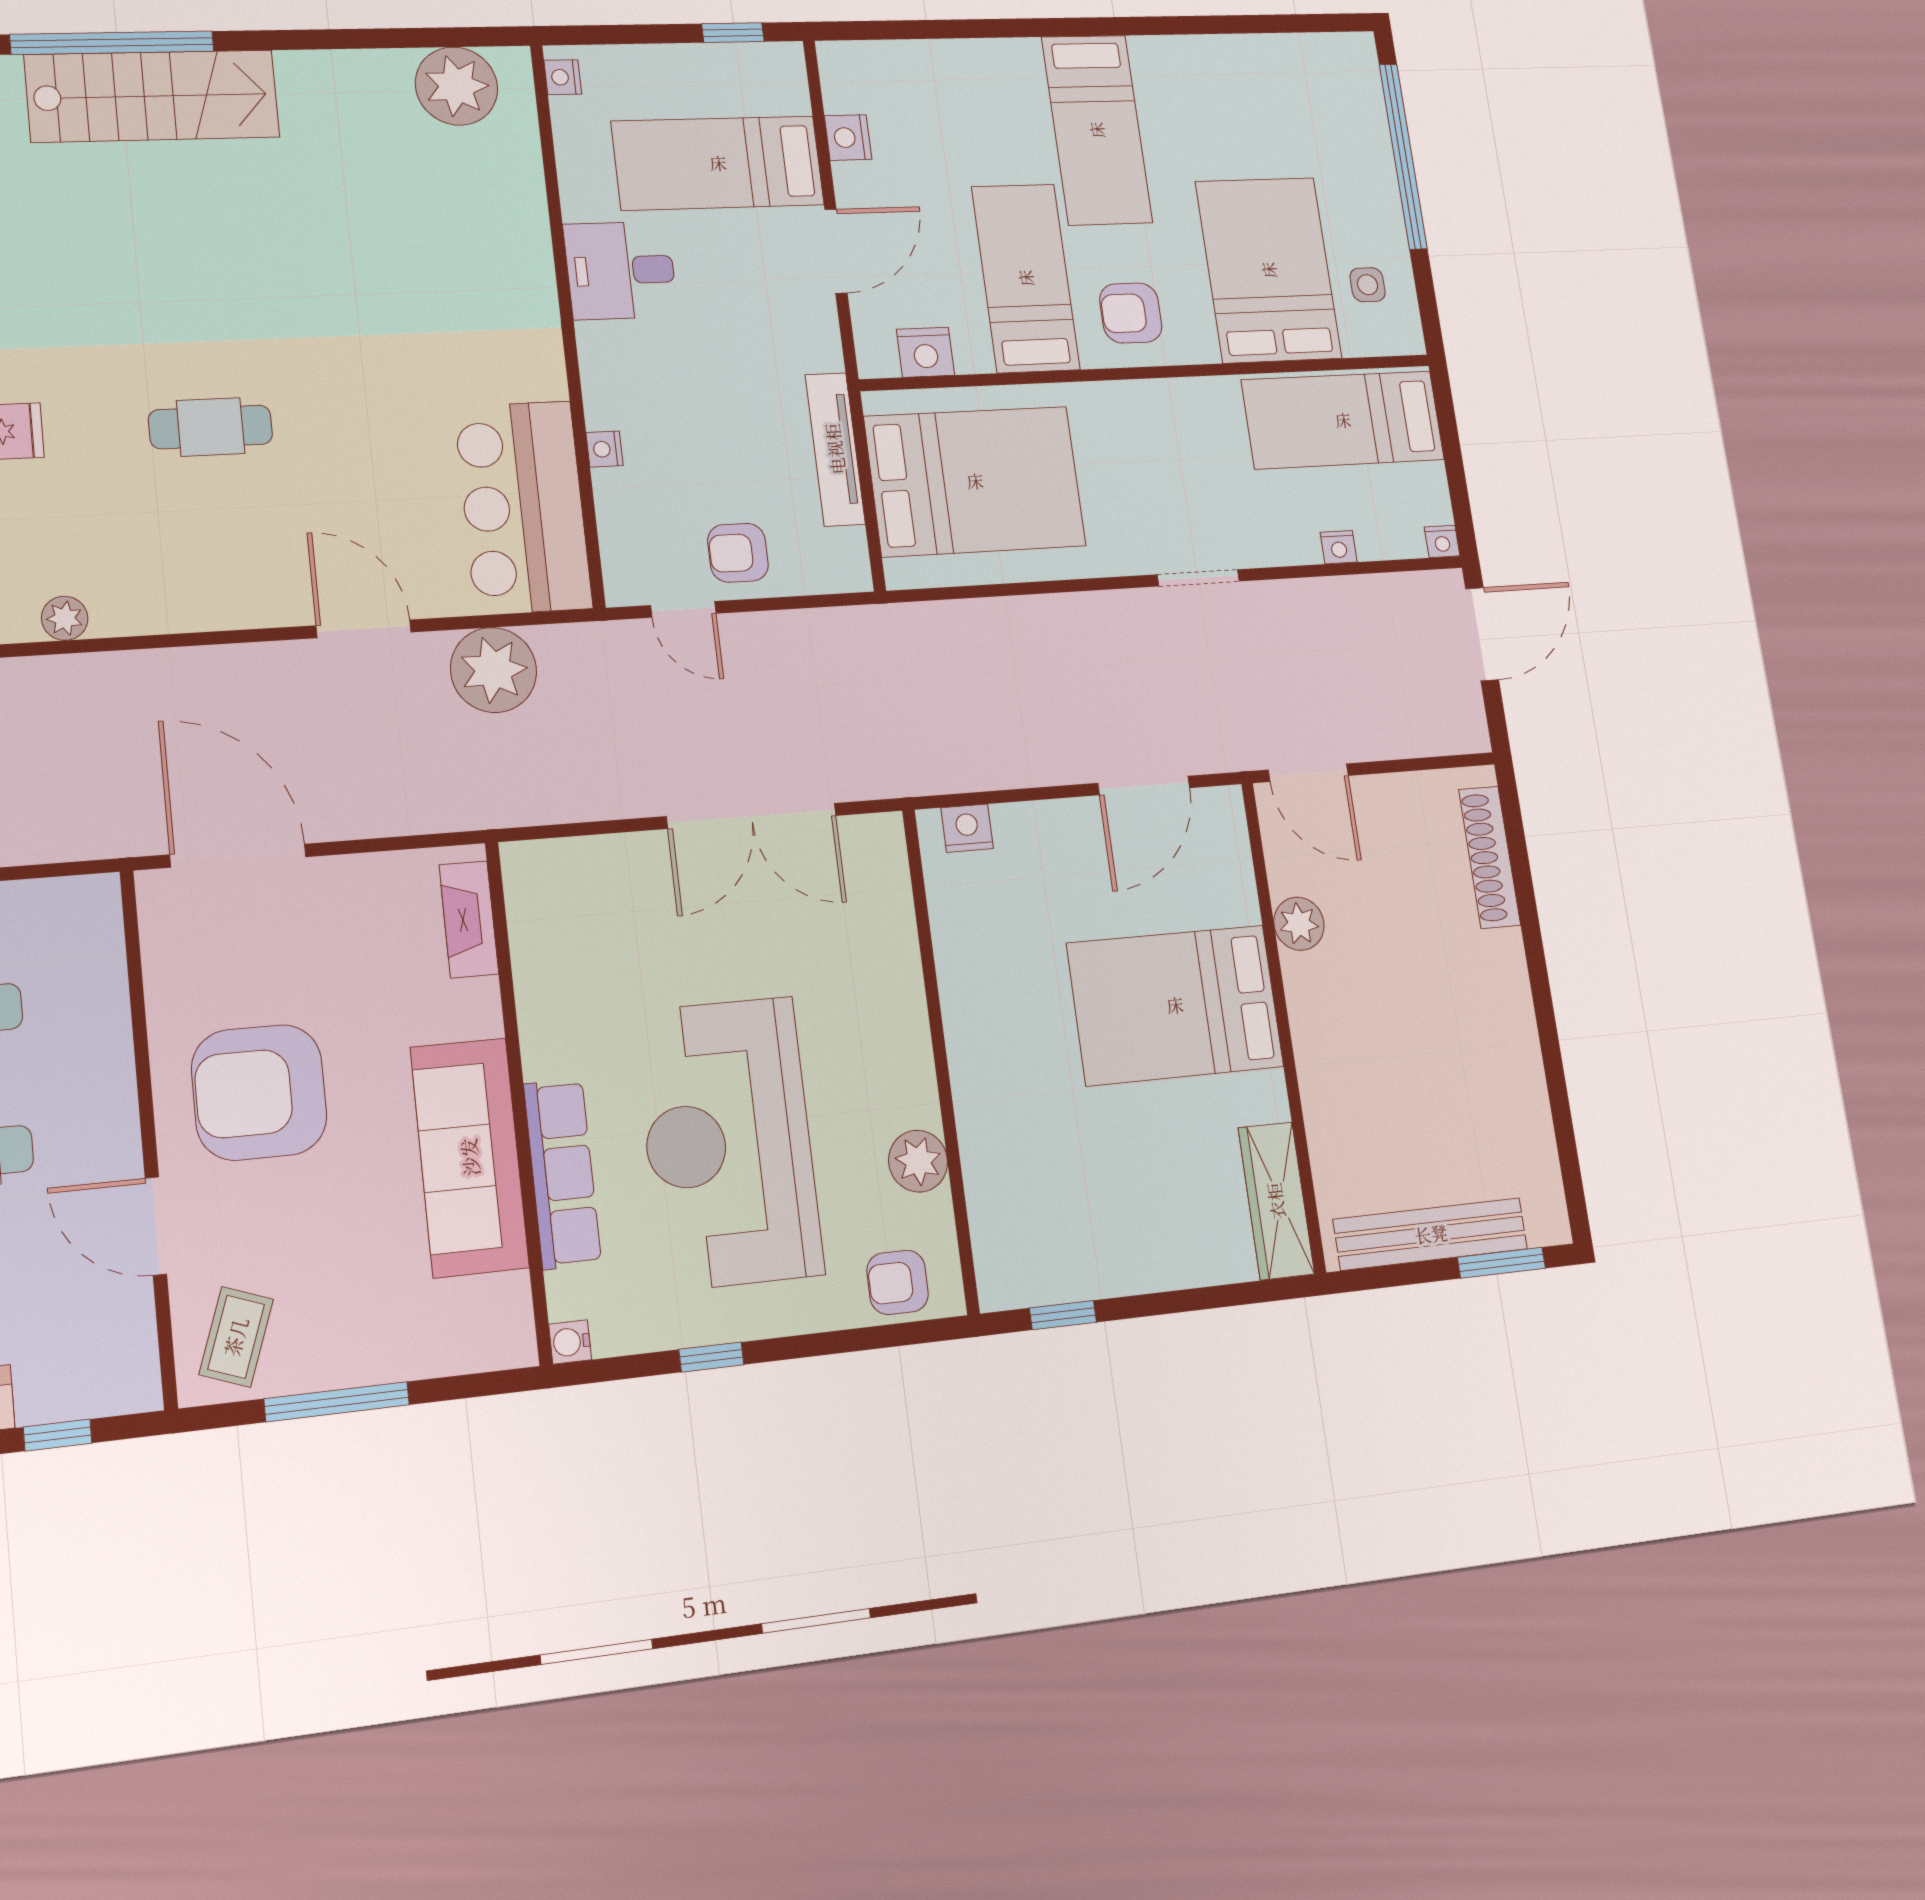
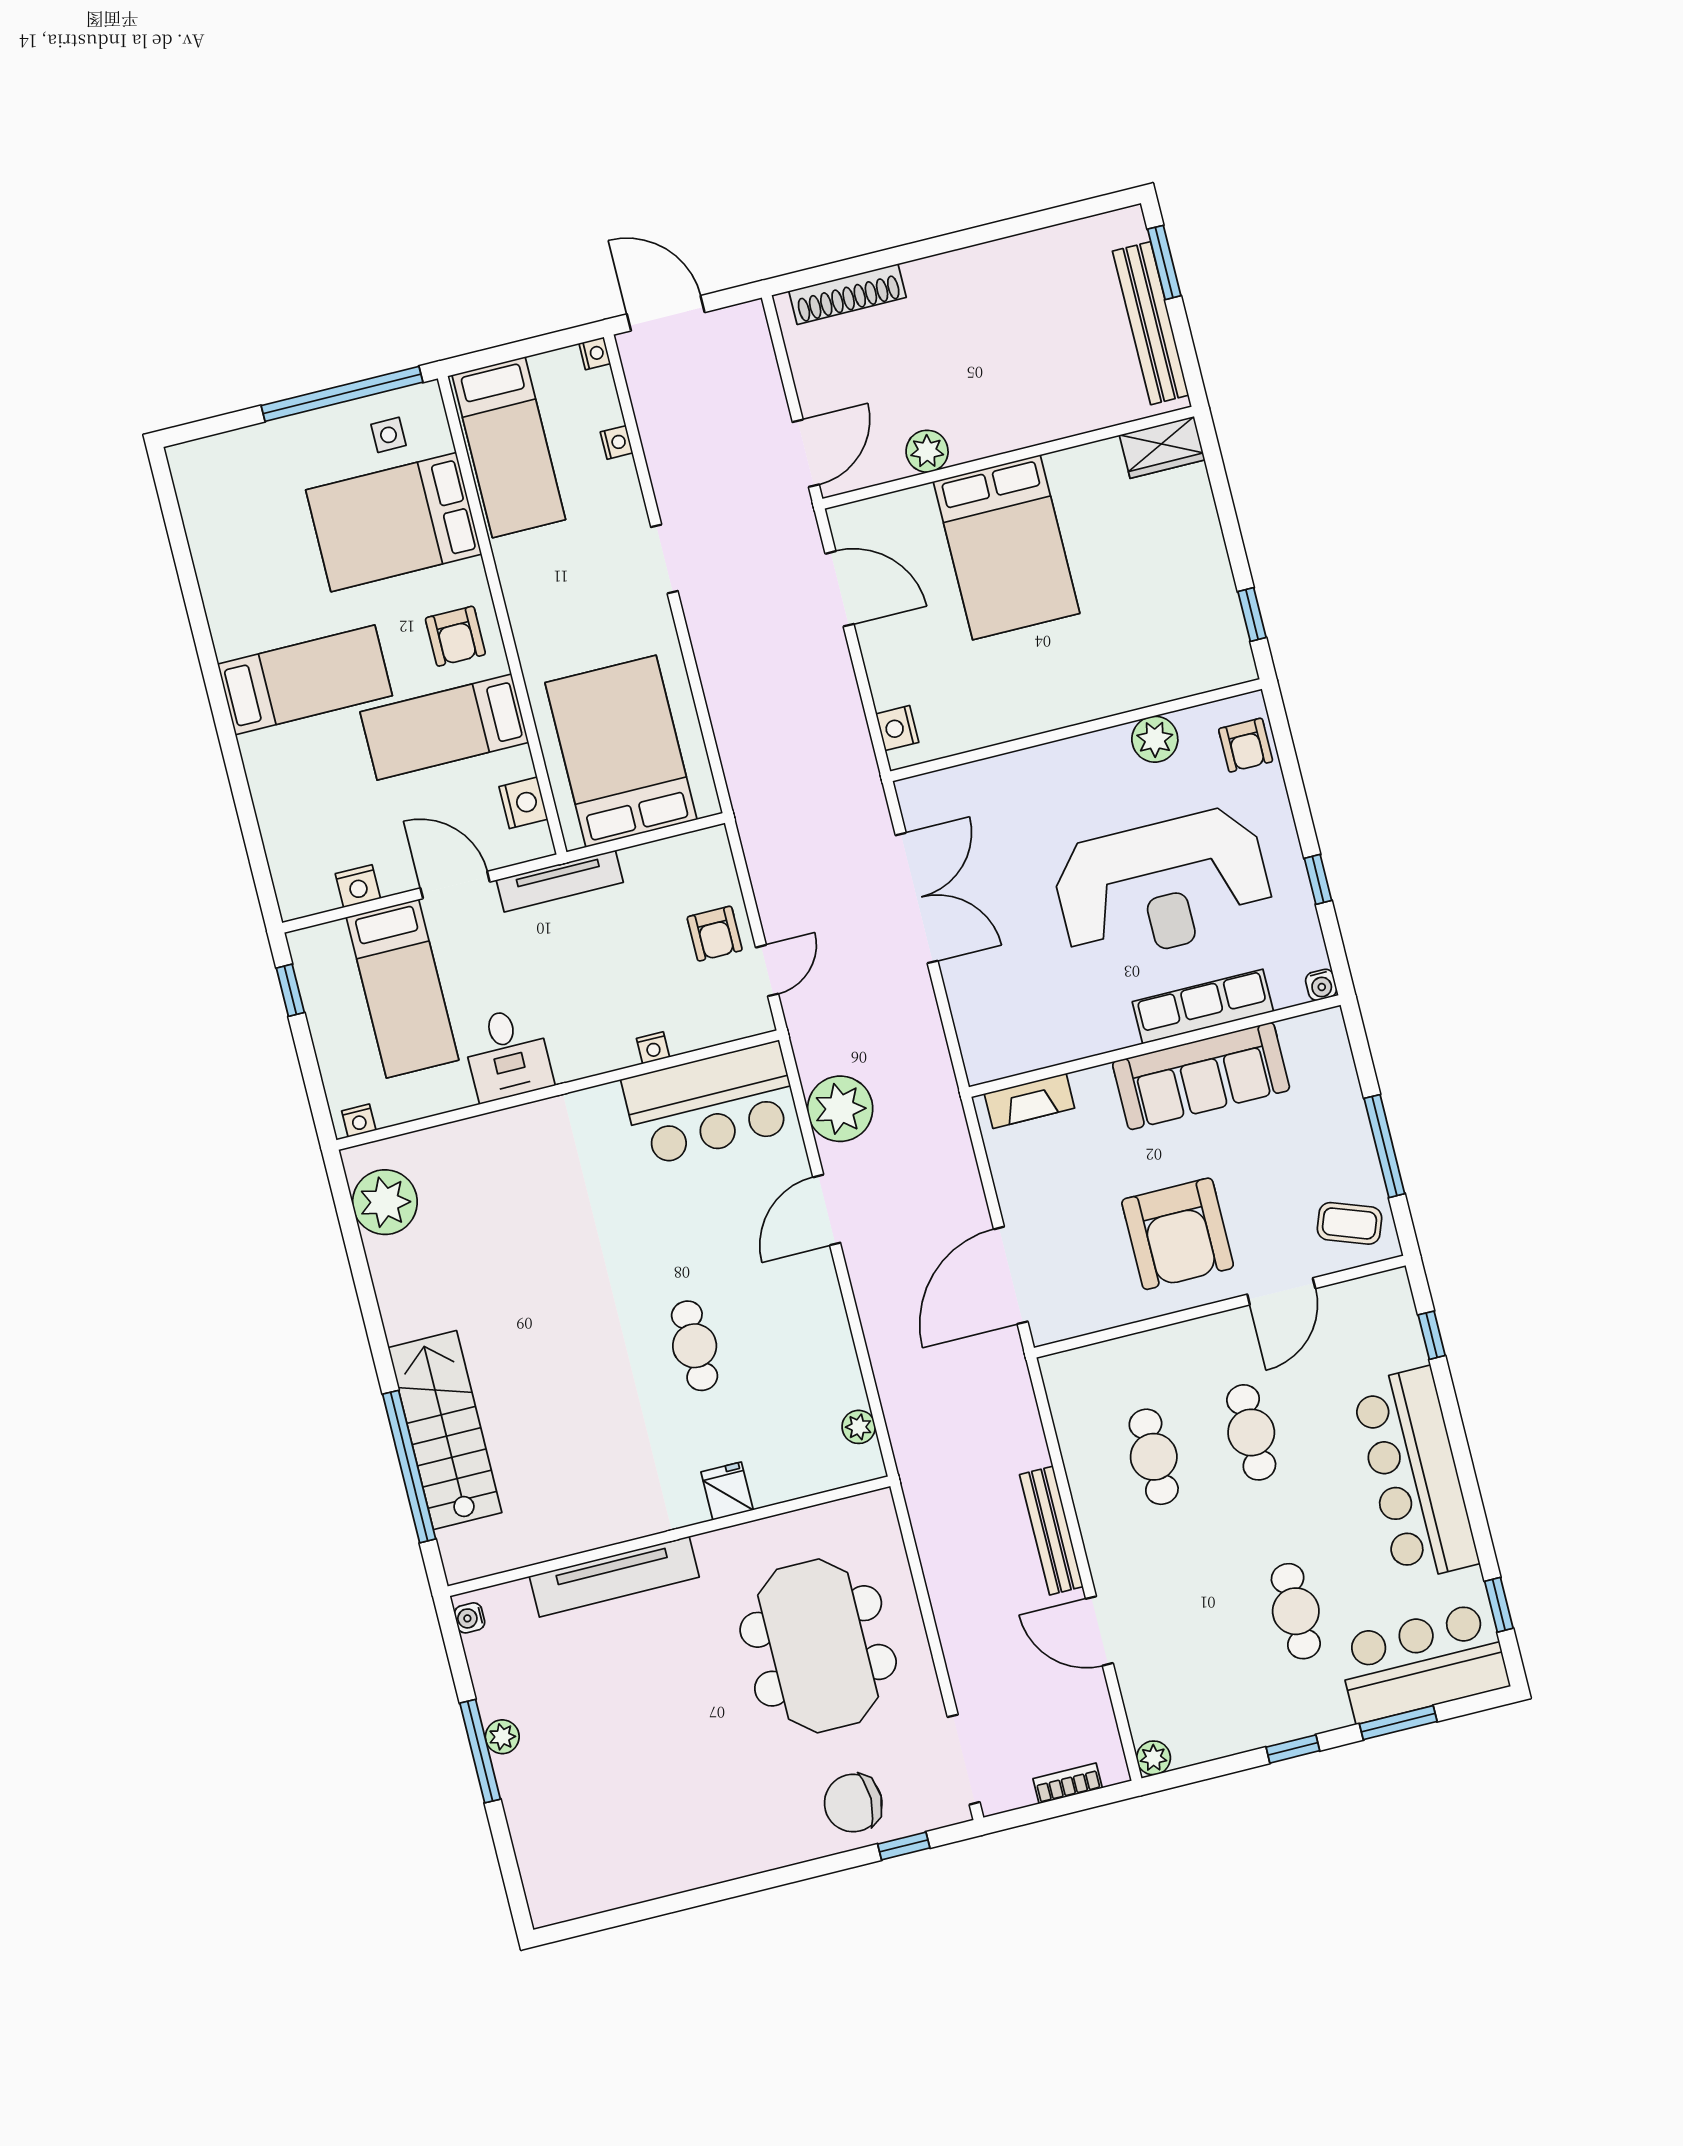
window: (1403, 156) -> (342, 394), moved
tv unit: (835, 449) -> (560, 881), moved
wardrobe: (1276, 1201) -> (1162, 447), width x0.67

